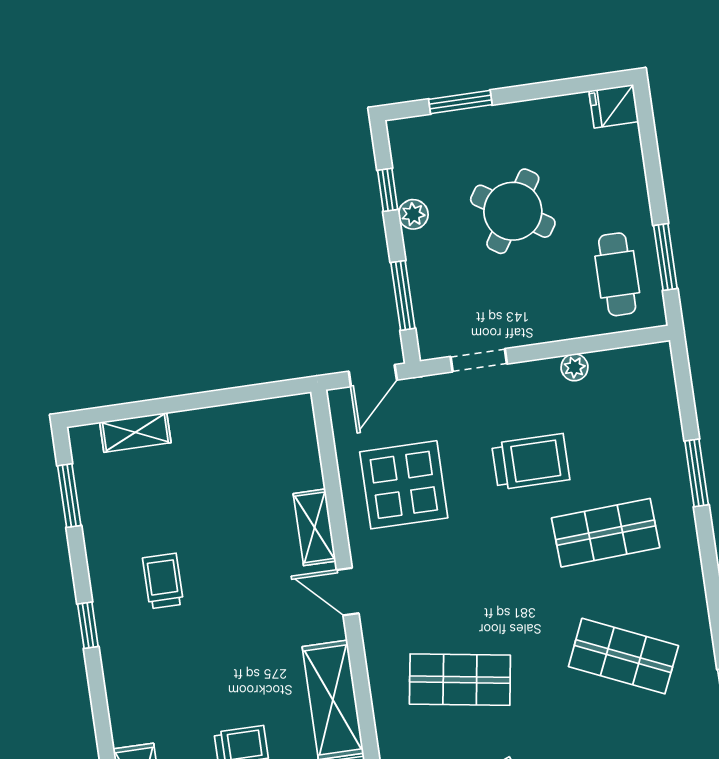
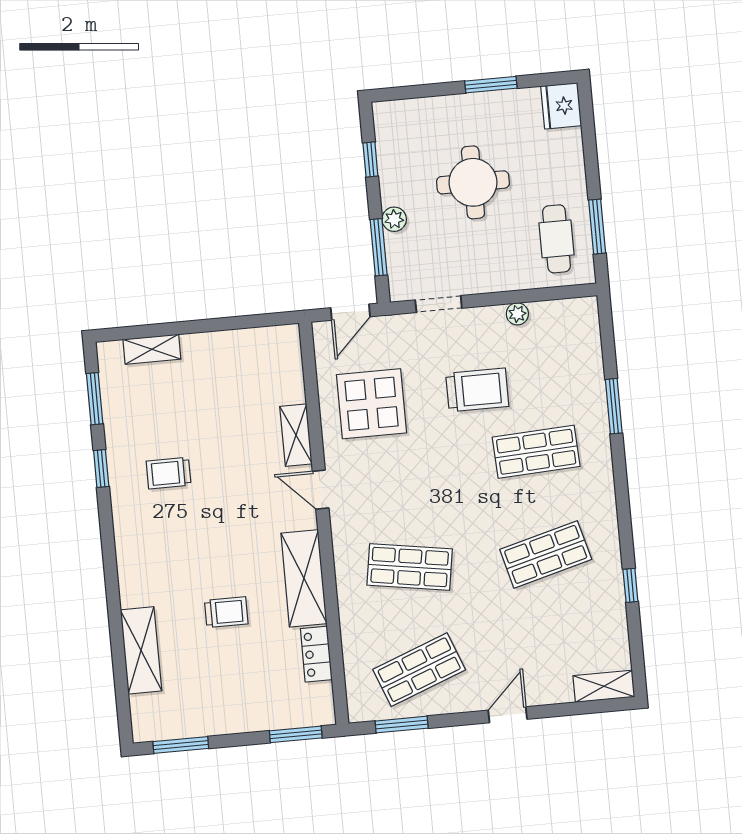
window: (460, 102) -> (491, 85), moved
fridge: (614, 106) -> (561, 106), width x1.38
round table: (513, 211) -> (473, 182), turned -33
plant: (413, 214) -> (394, 219), moved
trolley: (163, 581) -> (169, 473), turned -90
window: (88, 625) -> (101, 468), moved
shop shelf: (623, 656) -> (546, 554), turned -39

